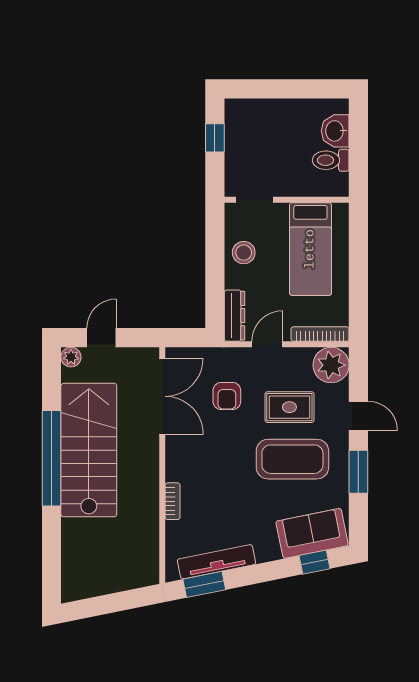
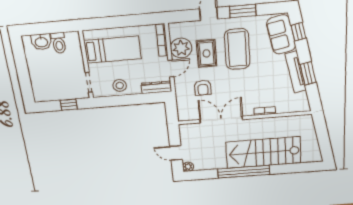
window: (215, 138) -> (69, 105), moved
door: (267, 344) -> (171, 69), swing flipped
plant: (331, 365) -> (181, 48), moved
double door: (162, 396) -> (221, 120), moved
armchair: (227, 396) -> (203, 88), turned 90
stairs: (89, 450) -> (263, 153), moved
tv unit: (217, 562) -> (296, 72), moved
window: (204, 584) -> (308, 73), moved

